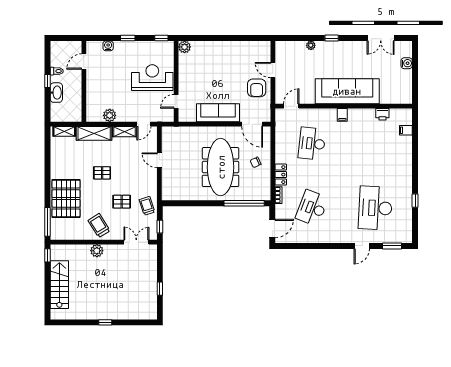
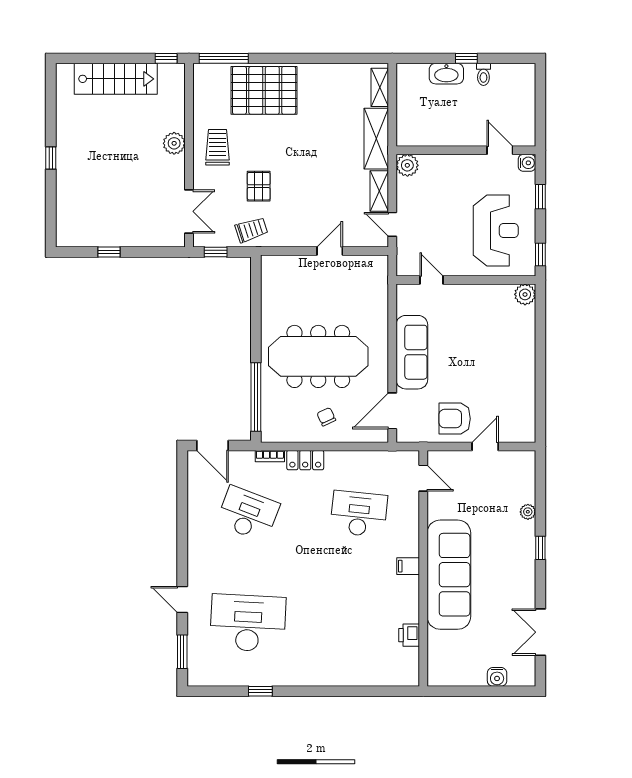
door: (84, 62) -> (500, 150), moved
reception desk: (152, 78) -> (496, 231), moved
wall: (84, 81) -> (466, 150), moved
filing cabinet: (406, 130) -> (382, 676), removed
pallet: (102, 173) -> (308, 152), removed
trolley: (99, 226) -> (217, 147), turned -58

